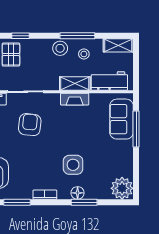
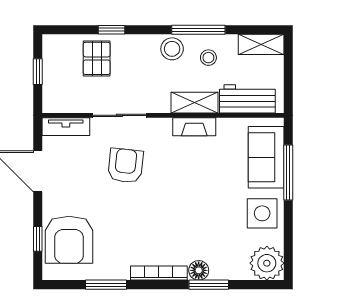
side table: (73, 165) -> (262, 213), moved
bookcase: (45, 195) -> (159, 273), width x1.56

